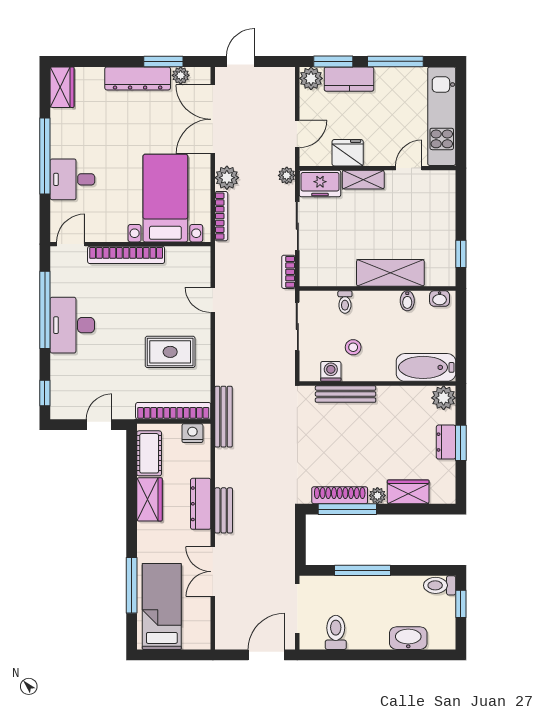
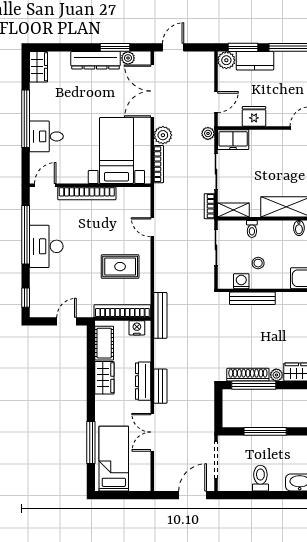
shelving: (363, 180) -> (233, 210), moved
toilet: (336, 632) -> (260, 478), moved

